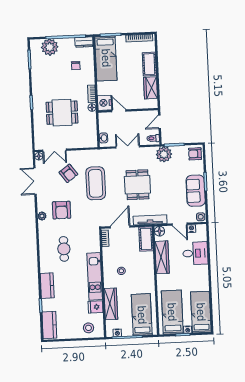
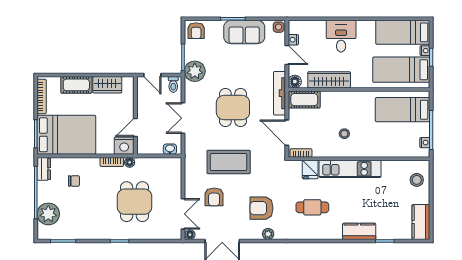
bed: (106, 58) -> (66, 135), width x1.50
armchair: (68, 173) -> (214, 197), turned 126
dining table: (137, 185) -> (233, 108), turned 90
armchair: (62, 210) -> (261, 208), turned 180
door: (180, 224) -> (287, 55), hinge flipped
desk: (195, 253) -> (341, 36), moved
wardrobe: (111, 304) -> (387, 149), removed
fridge: (95, 307) -> (310, 170), moved
kitchen counter: (49, 325) -> (421, 222), moved, turned -90

